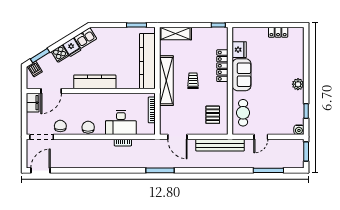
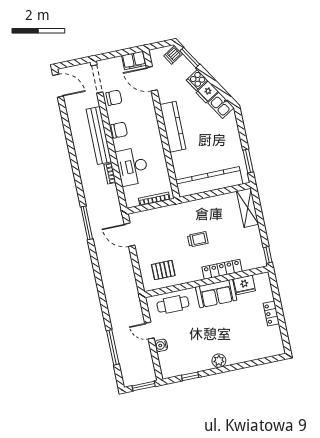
locker: (278, 32) -> (271, 314), moved
shelving: (166, 81) -> (191, 209), removed
water cooler: (299, 130) -> (161, 345), moved
door: (177, 137) -> (129, 235), hinge flipped
bench: (220, 145) -> (99, 136), moved

